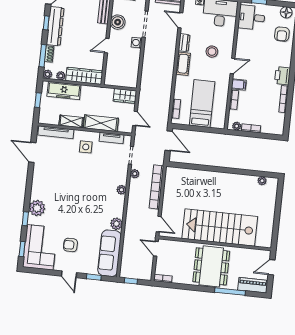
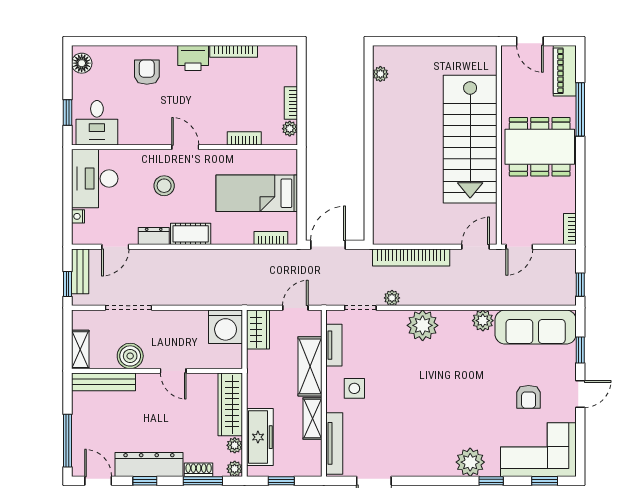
armchair: (282, 34) -> (147, 72), moved, turned -90
washing machine: (137, 43) -> (226, 327), moved, width x1.89, depth x1.89
filing cabinet: (239, 84) -> (217, 133), removed
plant: (121, 190) -> (423, 325), width x1.87, depth x1.87

